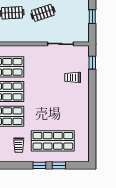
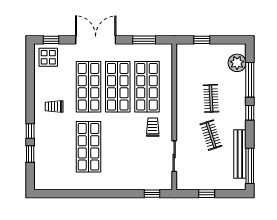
trolley: (73, 77) -> (153, 127), moved
shop shelf: (53, 141) -> (88, 147), moved

